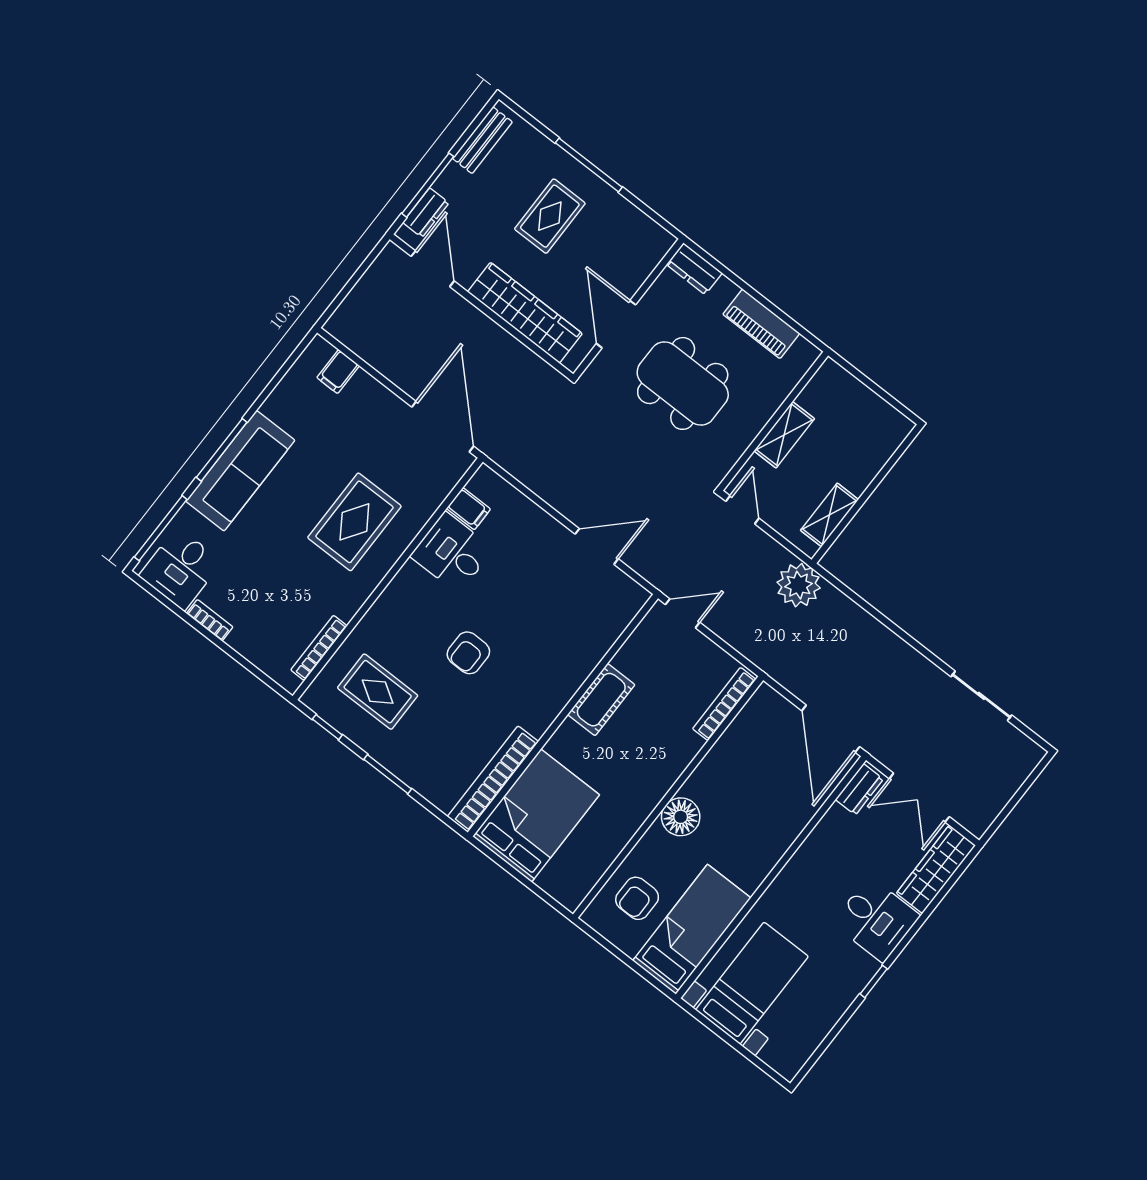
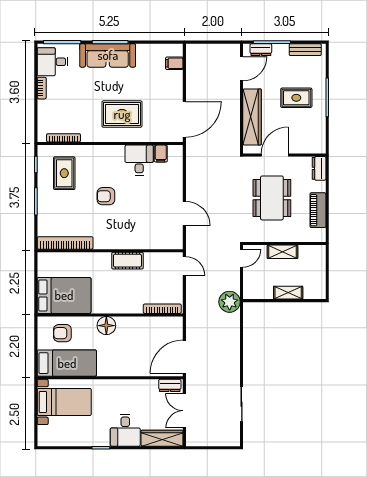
shelving: (829, 515) -> (288, 293), moved
bed: (536, 816) -> (64, 295), moved

